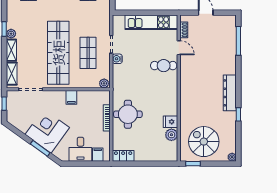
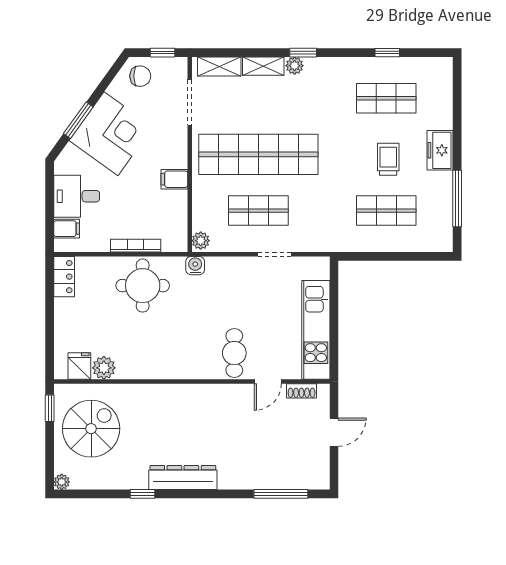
water cooler: (117, 59) -> (195, 266), moved
chair: (17, 115) -> (140, 76), added
fridge: (171, 122) -> (79, 366), moved

